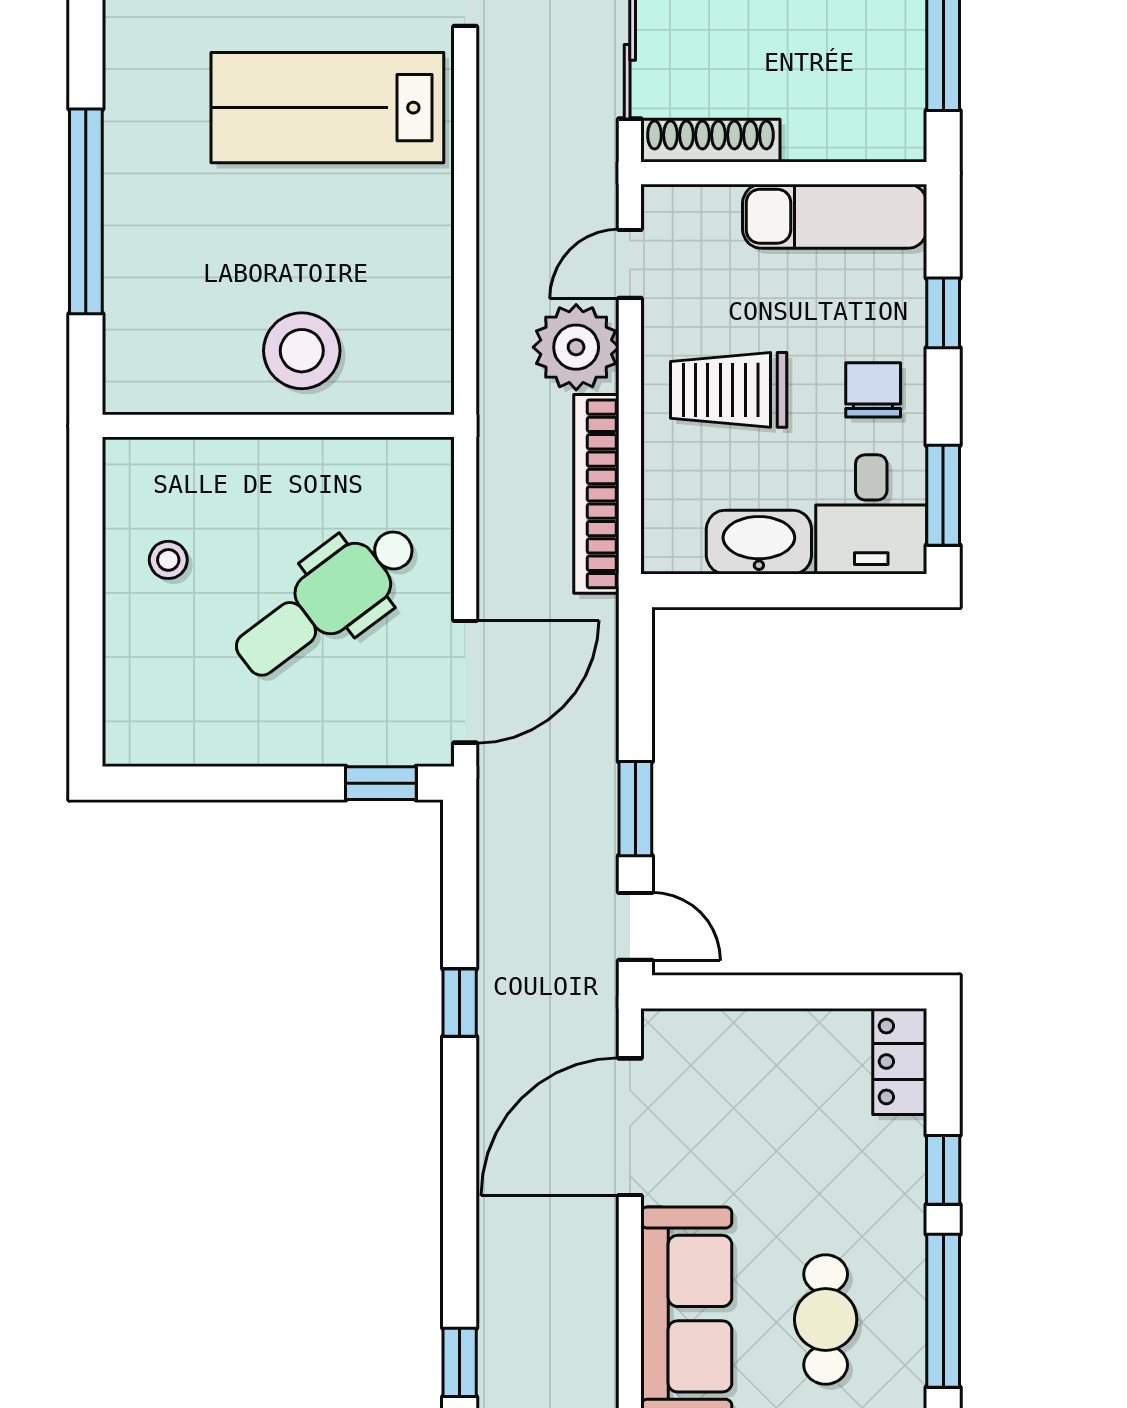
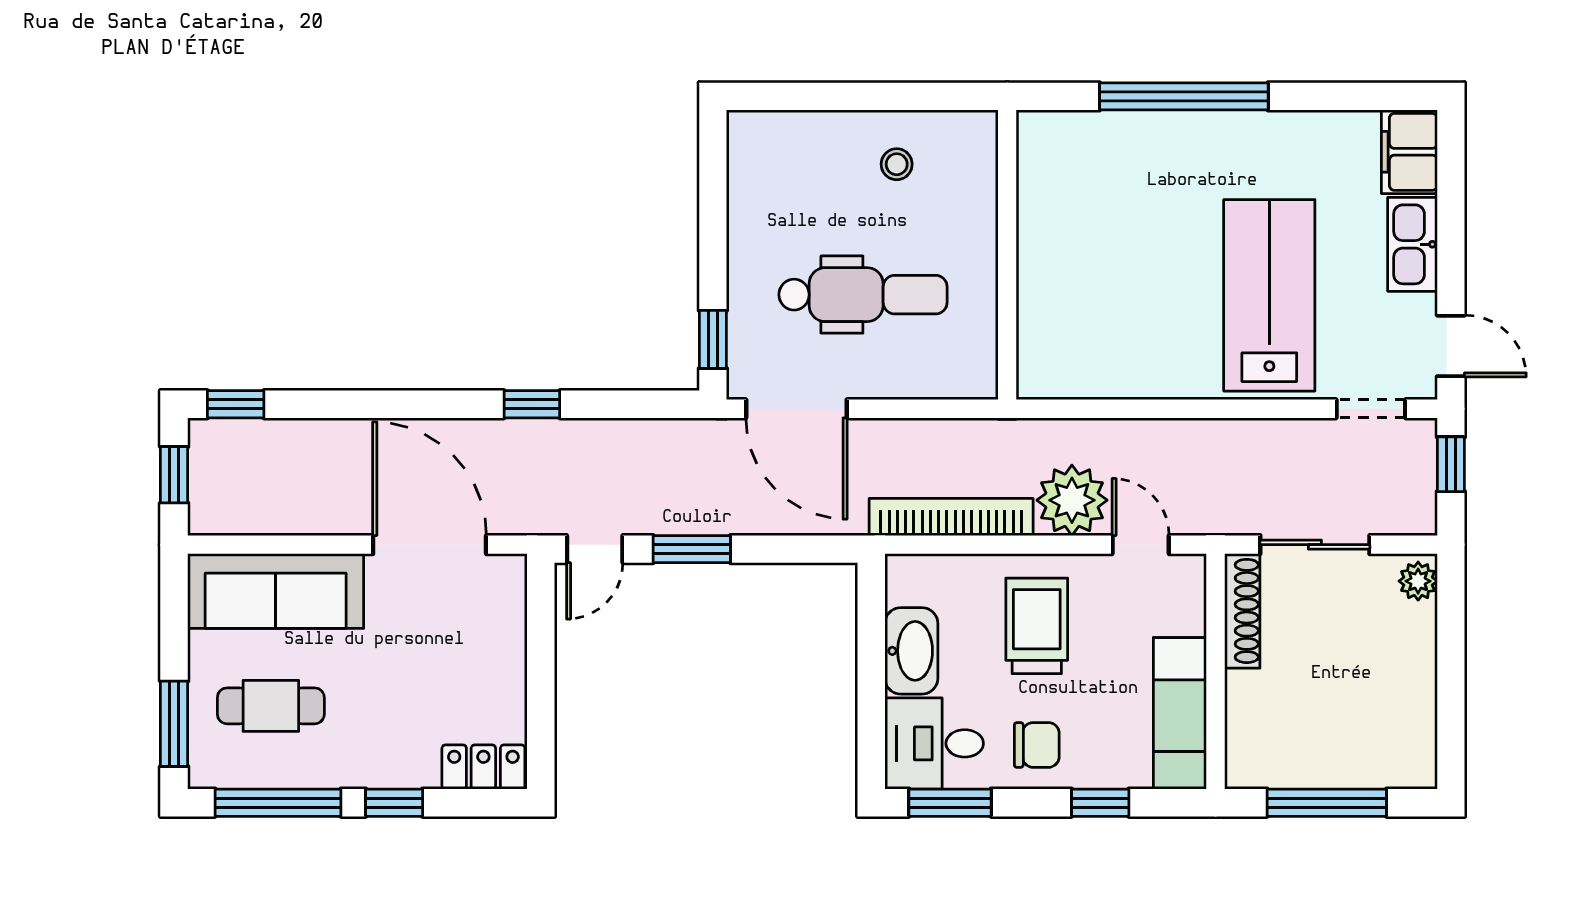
stool: (302, 351) -> (1069, 274), removed
dental chair: (326, 601) -> (863, 295), turned 127

